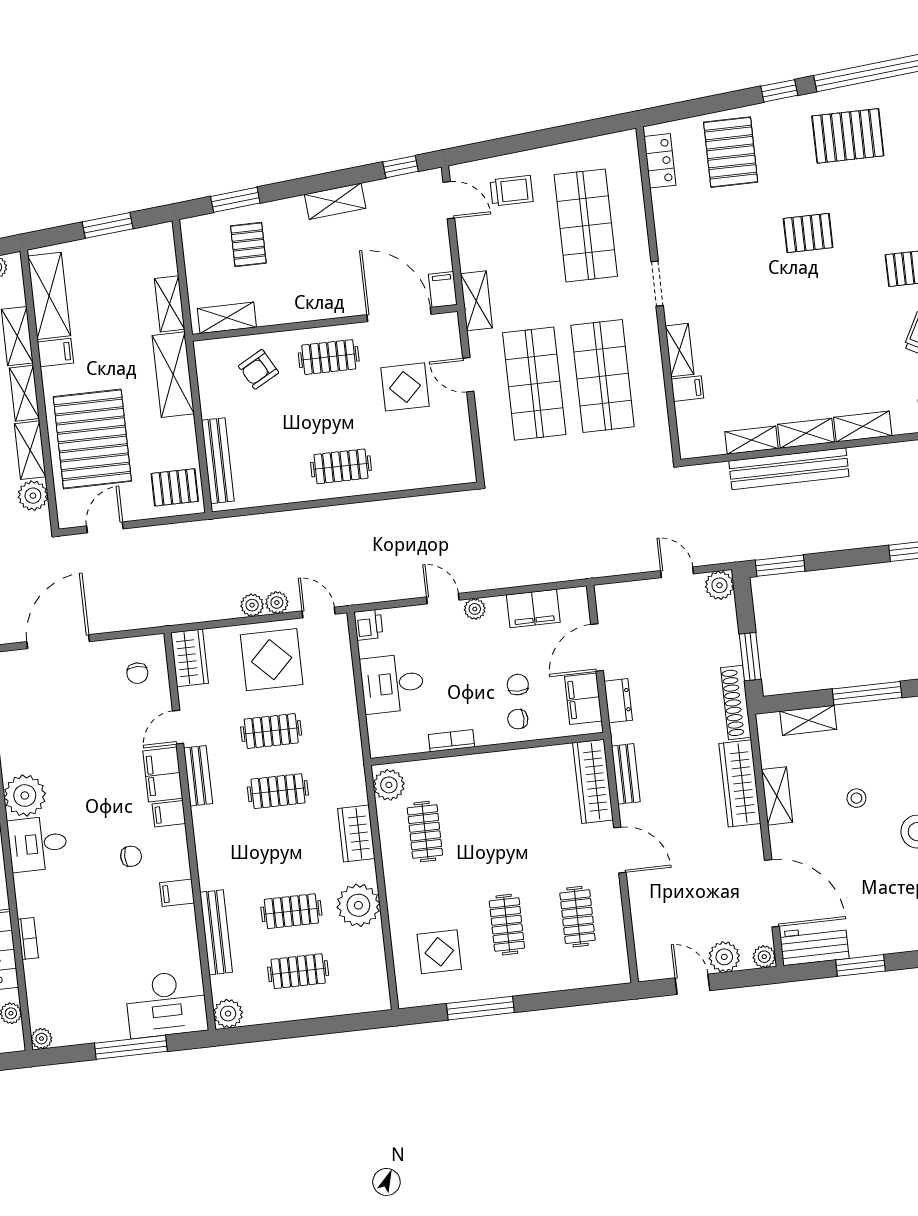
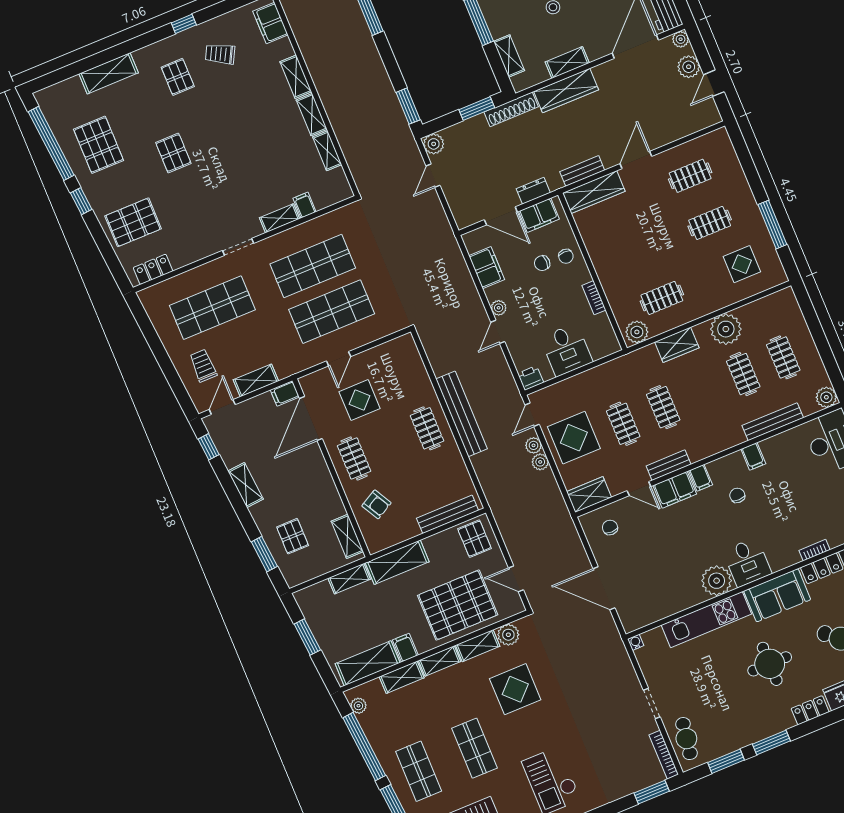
pallet: (248, 244) -> (293, 536), turned 90
shelving: (476, 301) -> (256, 380), moved
bench: (789, 469) -> (462, 414), moved
chair: (137, 673) -> (610, 527), turned -90

